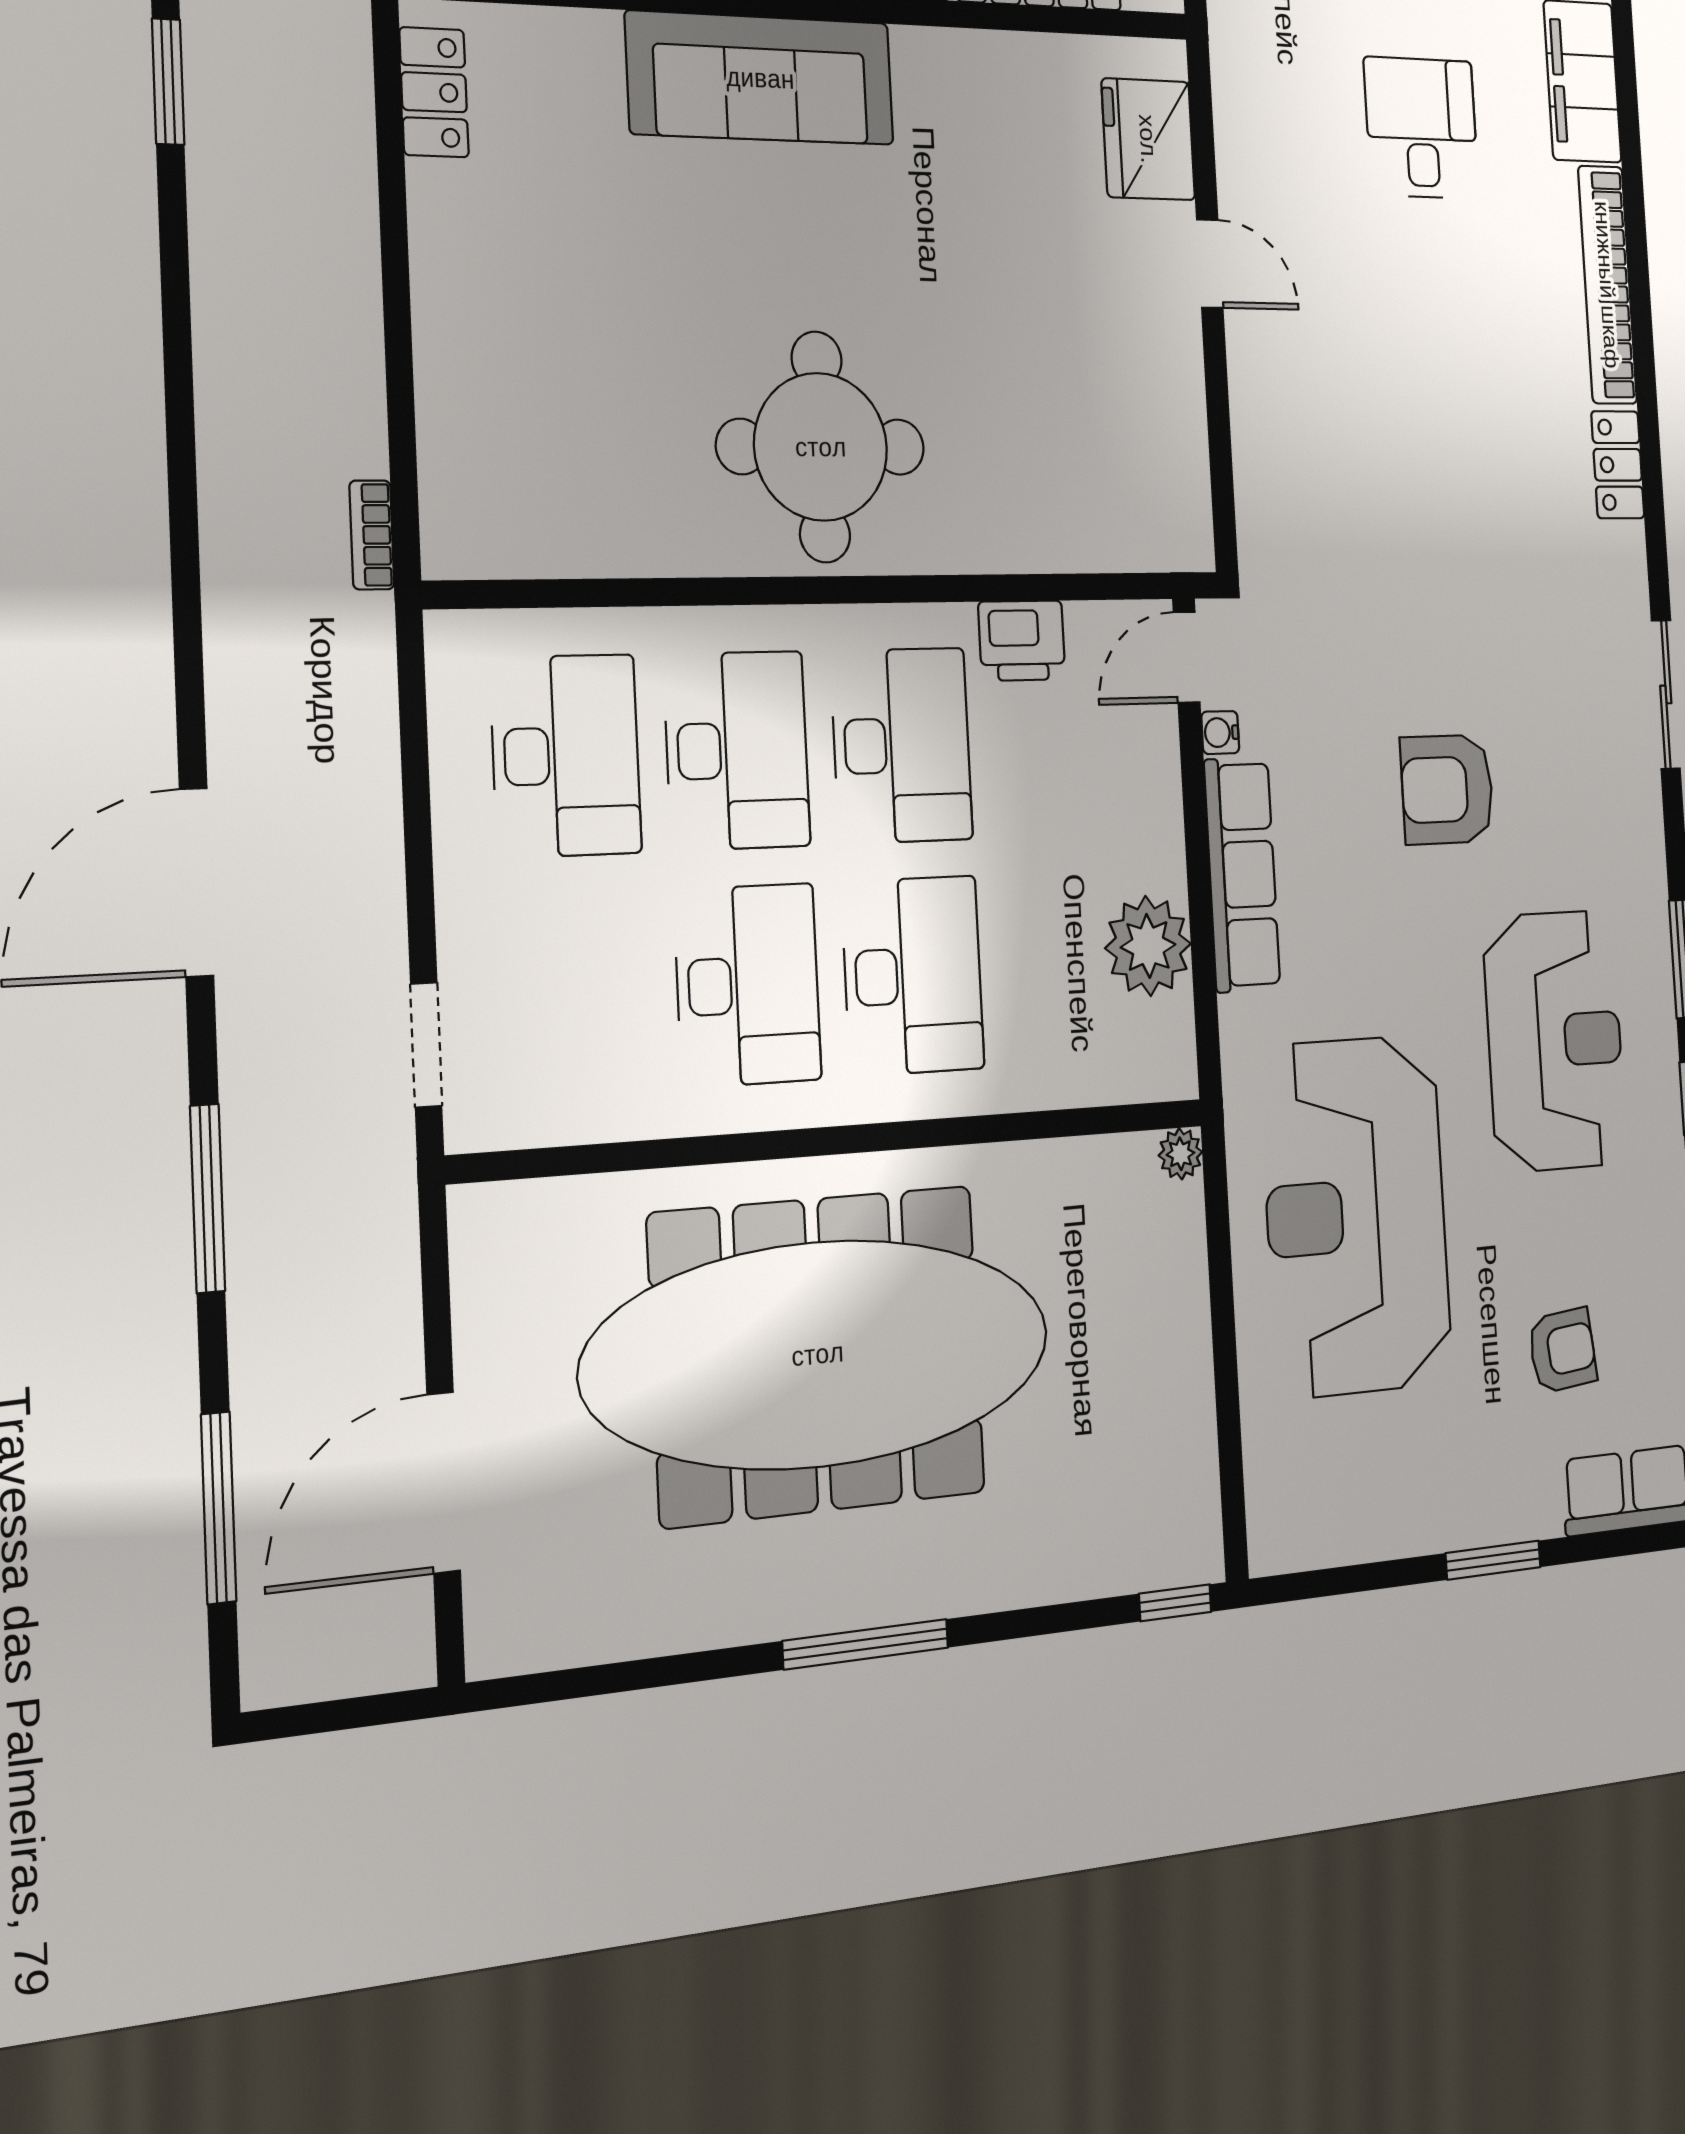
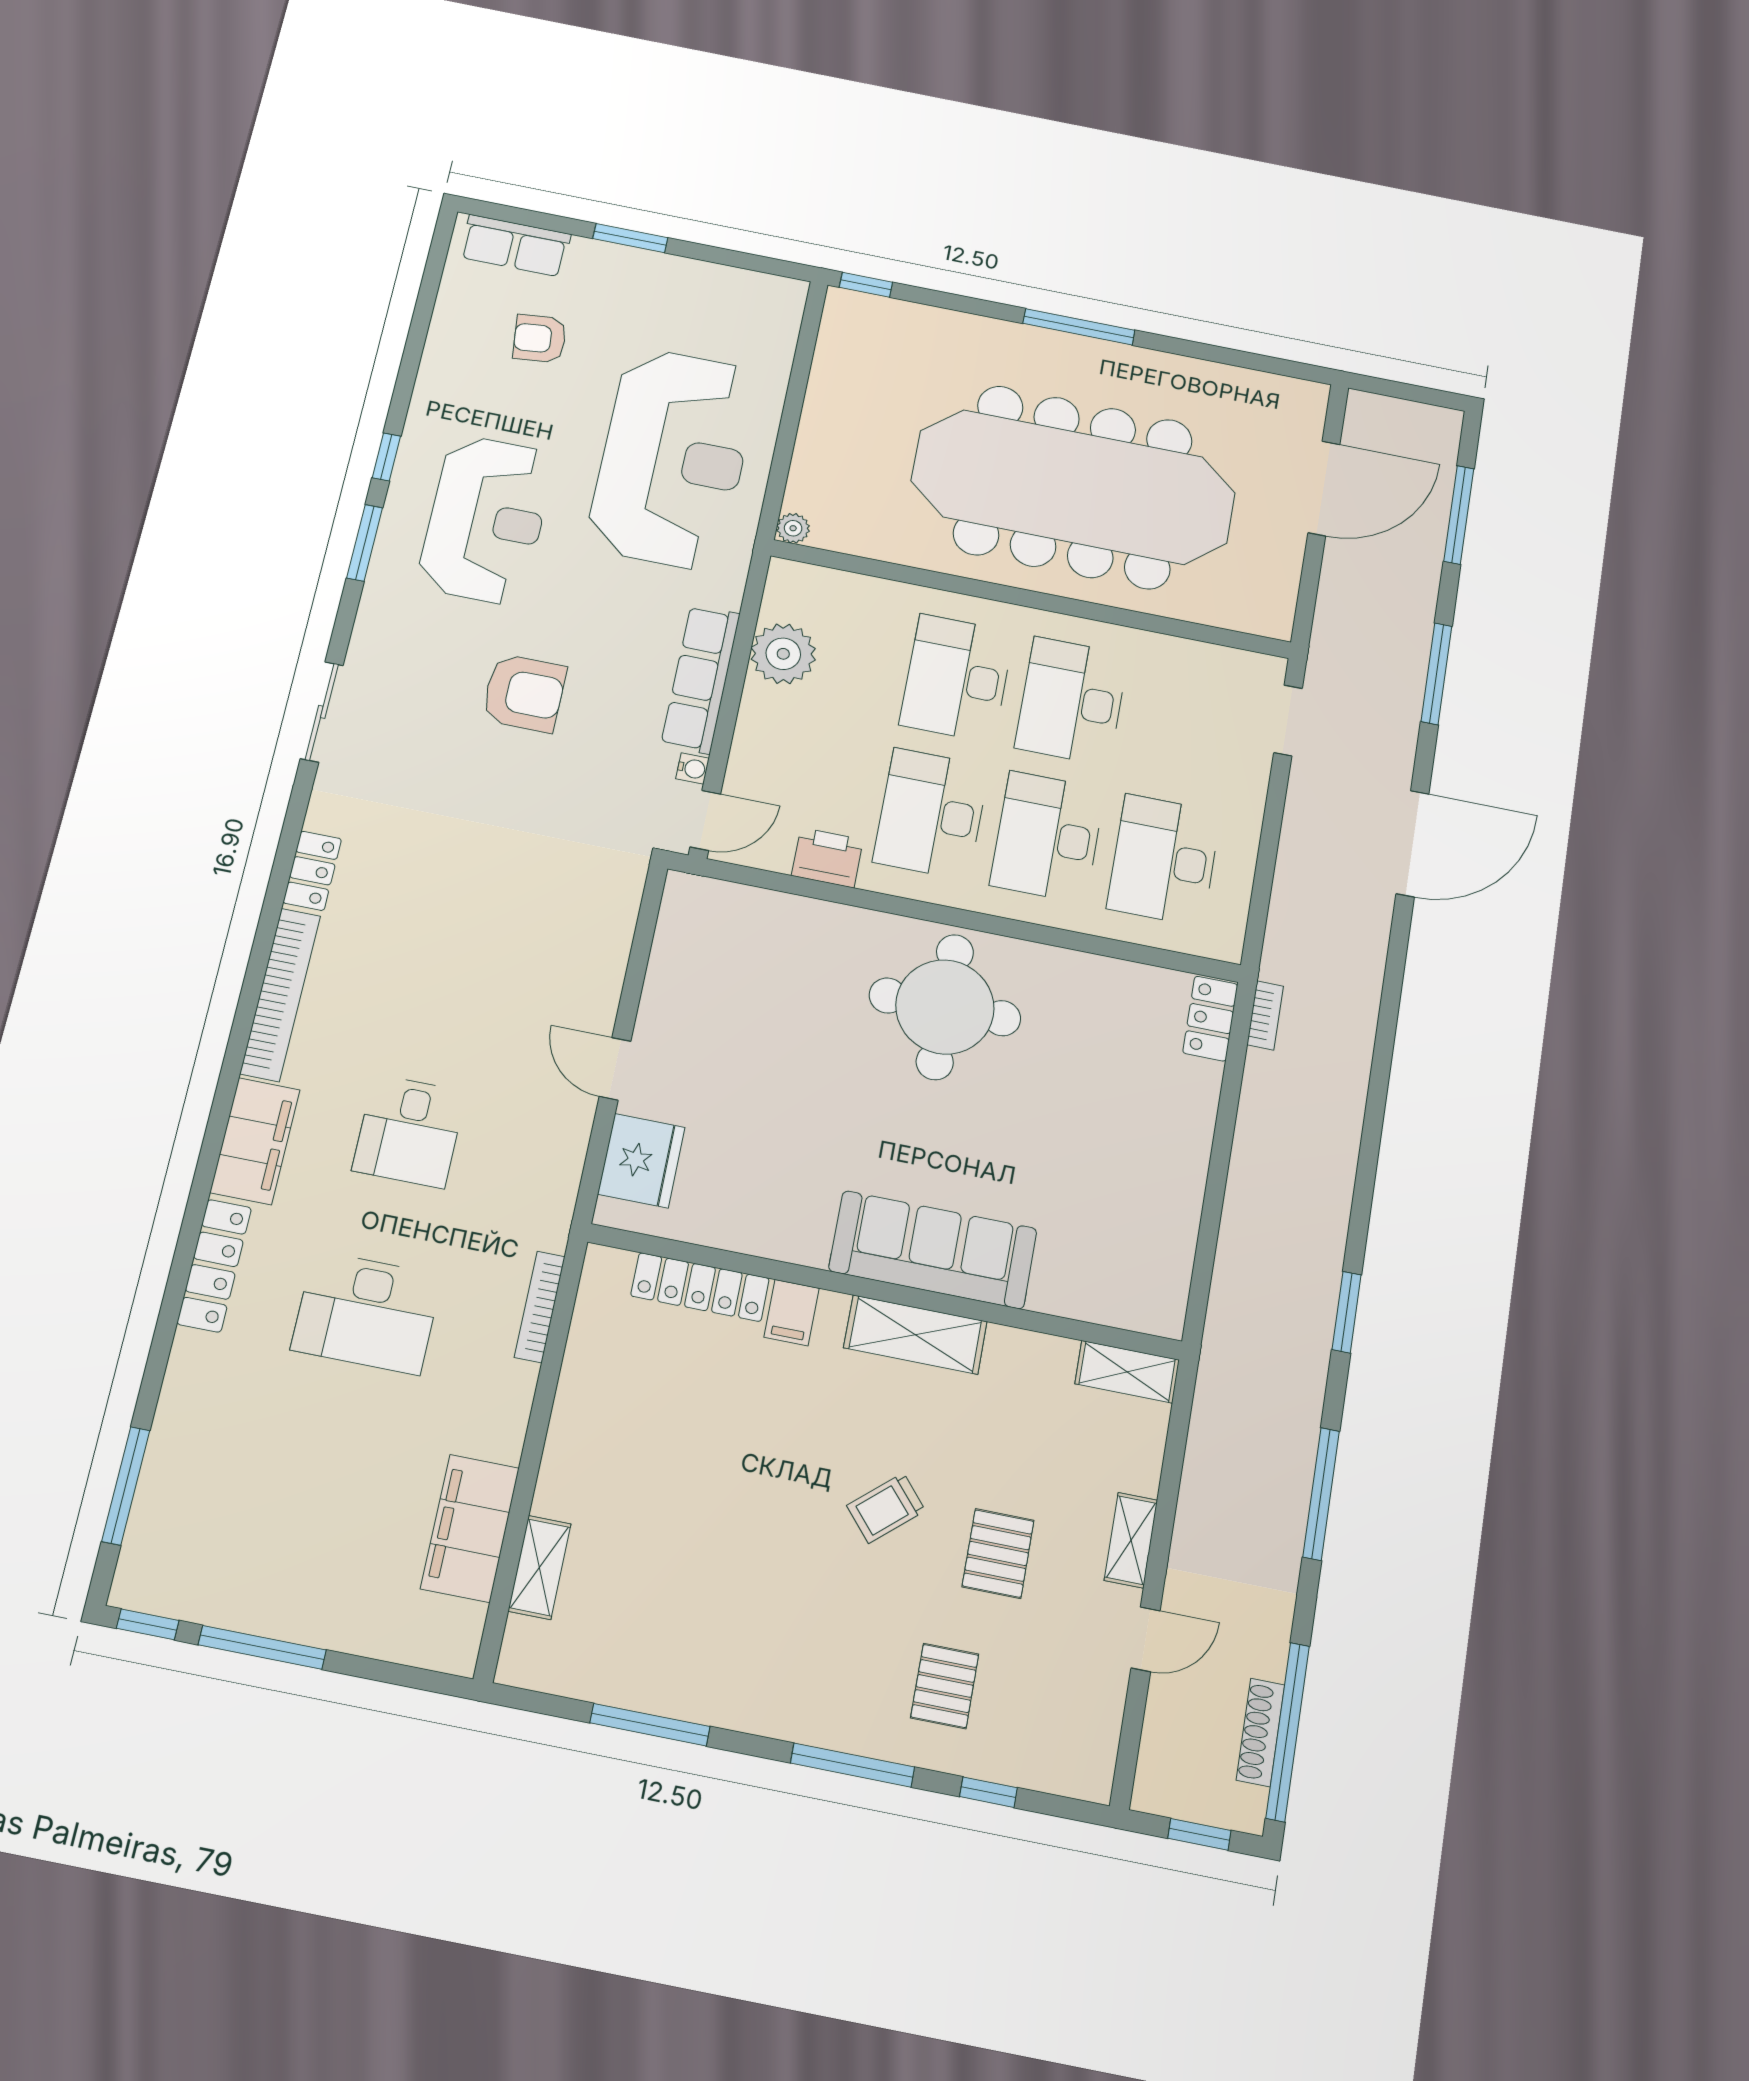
locker: (434, 92) -> (1210, 1019), moved
reception desk: (1555, 1041) -> (486, 520), turned 180

